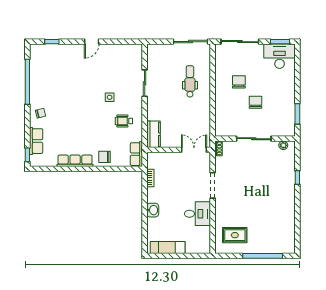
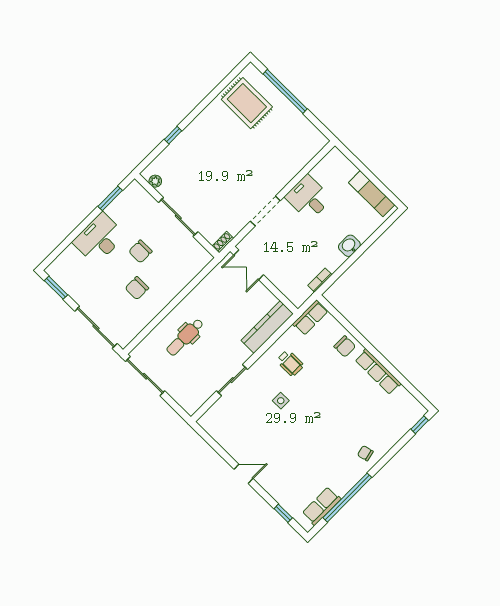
desk: (280, 56) -> (99, 239), moved, turned 90
kitchen counter: (153, 134) -> (267, 327), width x1.50
row of seats: (36, 141) -> (322, 506), moved
rug: (235, 235) -> (247, 103), moved, width x1.36, depth x1.43

